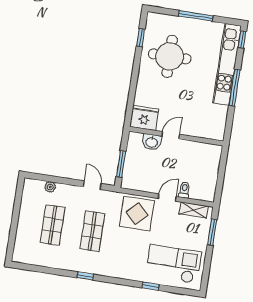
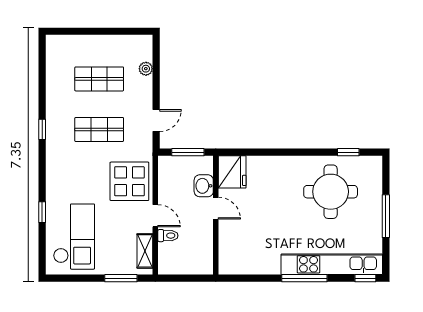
fridge: (144, 118) -> (232, 172), moved
door: (171, 135) -> (216, 208), moved
wall: (176, 136) -> (216, 215), moved
washbasin: (152, 142) -> (204, 186), moved

